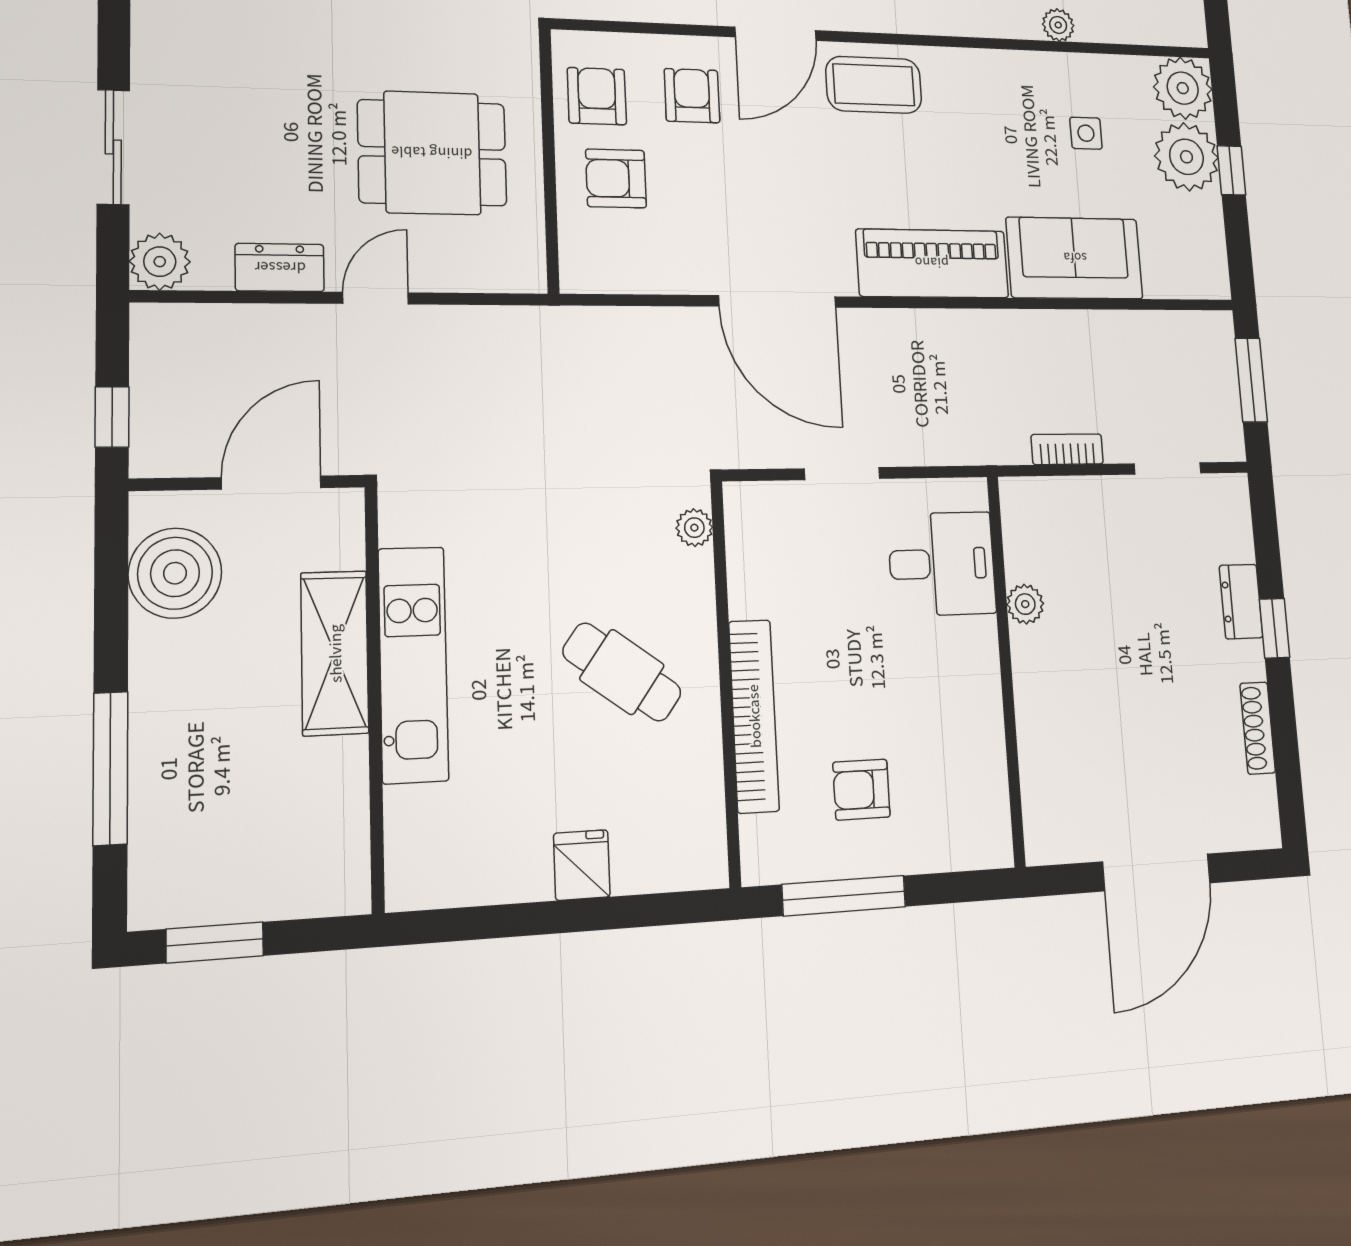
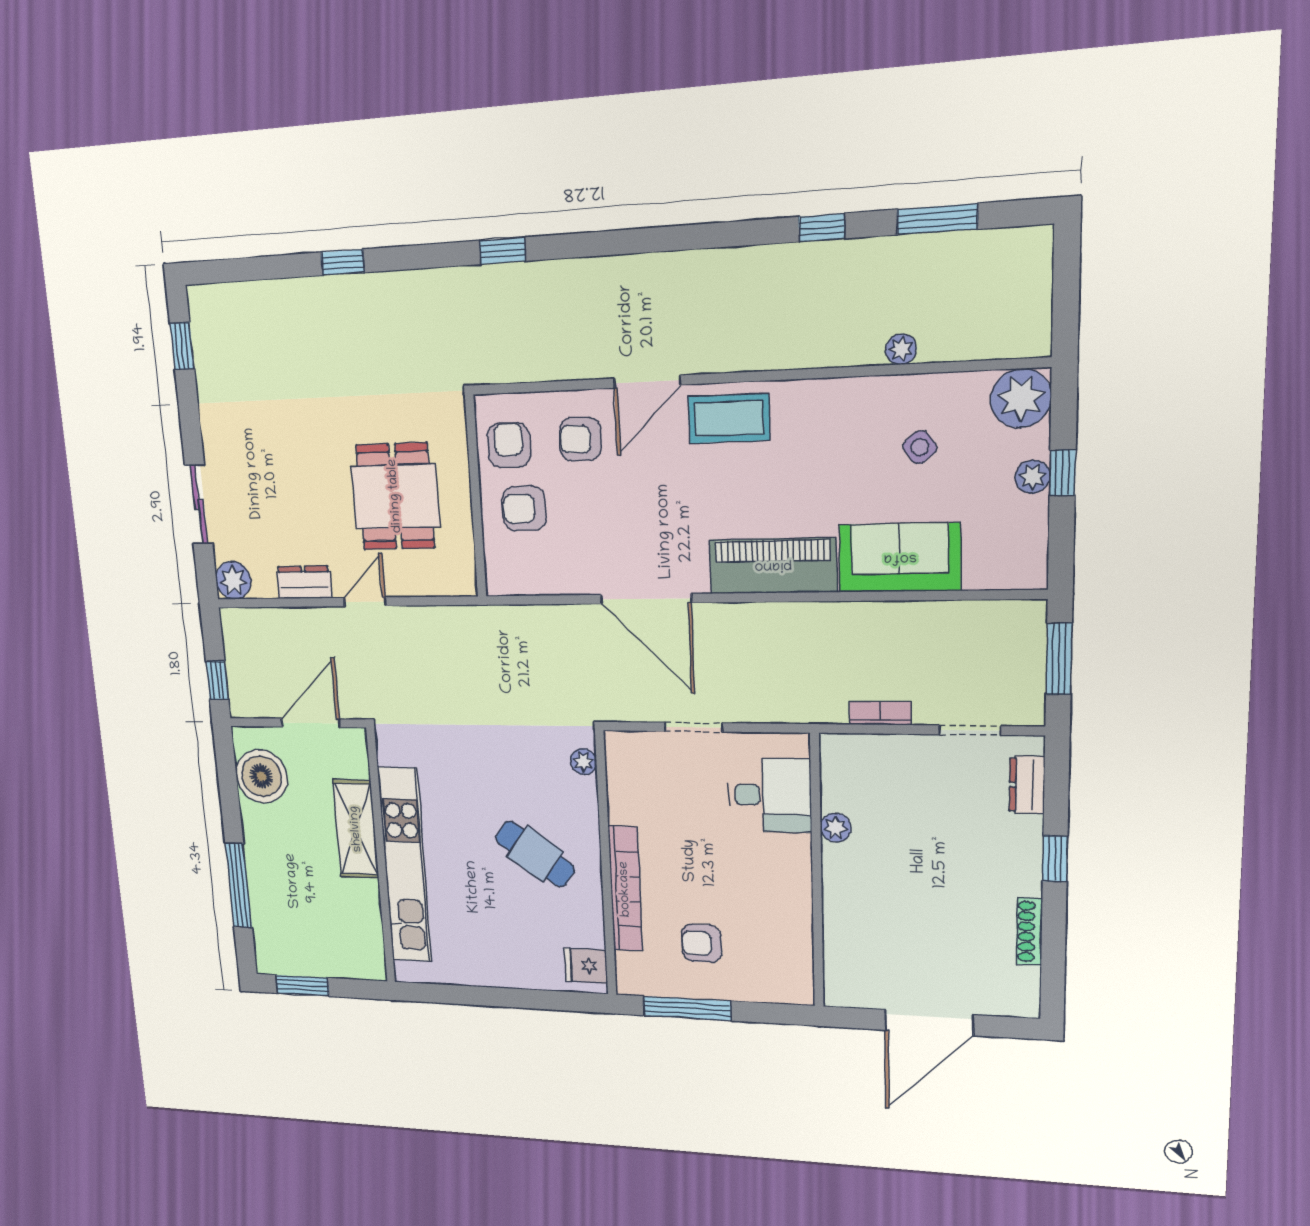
armchair: (692, 96) -> (580, 439), turned -88
side table: (1086, 133) -> (920, 447), turned -37
dining table: (432, 153) -> (395, 496), turned 90
plant: (1186, 157) -> (1033, 477), width x0.53, depth x0.53
dresser: (1241, 602) -> (1027, 785), moved
kitchen unit: (413, 664) -> (405, 865), width x1.36
fridge: (582, 865) -> (586, 966), moved, turned -90

